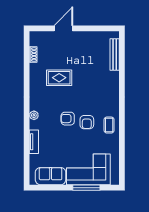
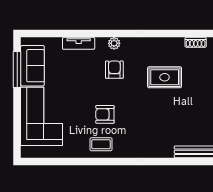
rug: (59, 78) -> (165, 77), turned 90
armchair: (68, 119) -> (114, 70), moved
window: (86, 188) -> (17, 70), moved

